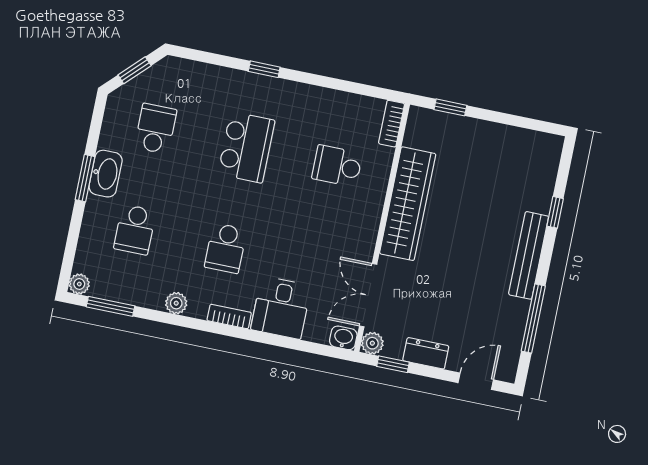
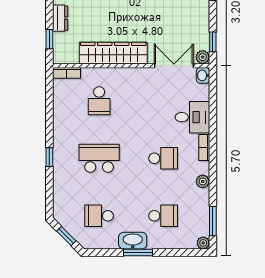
double door: (368, 295) -> (174, 66), swing flipped
dresser: (426, 353) -> (60, 18), moved, turned 180

